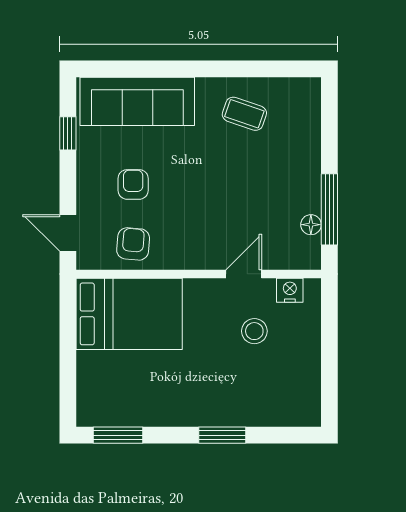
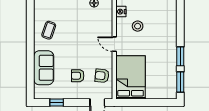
sofa: (137, 101) -> (44, 68), width x0.73
door: (244, 274) -> (114, 44), moved
window: (222, 435) -> (180, 56), moved

